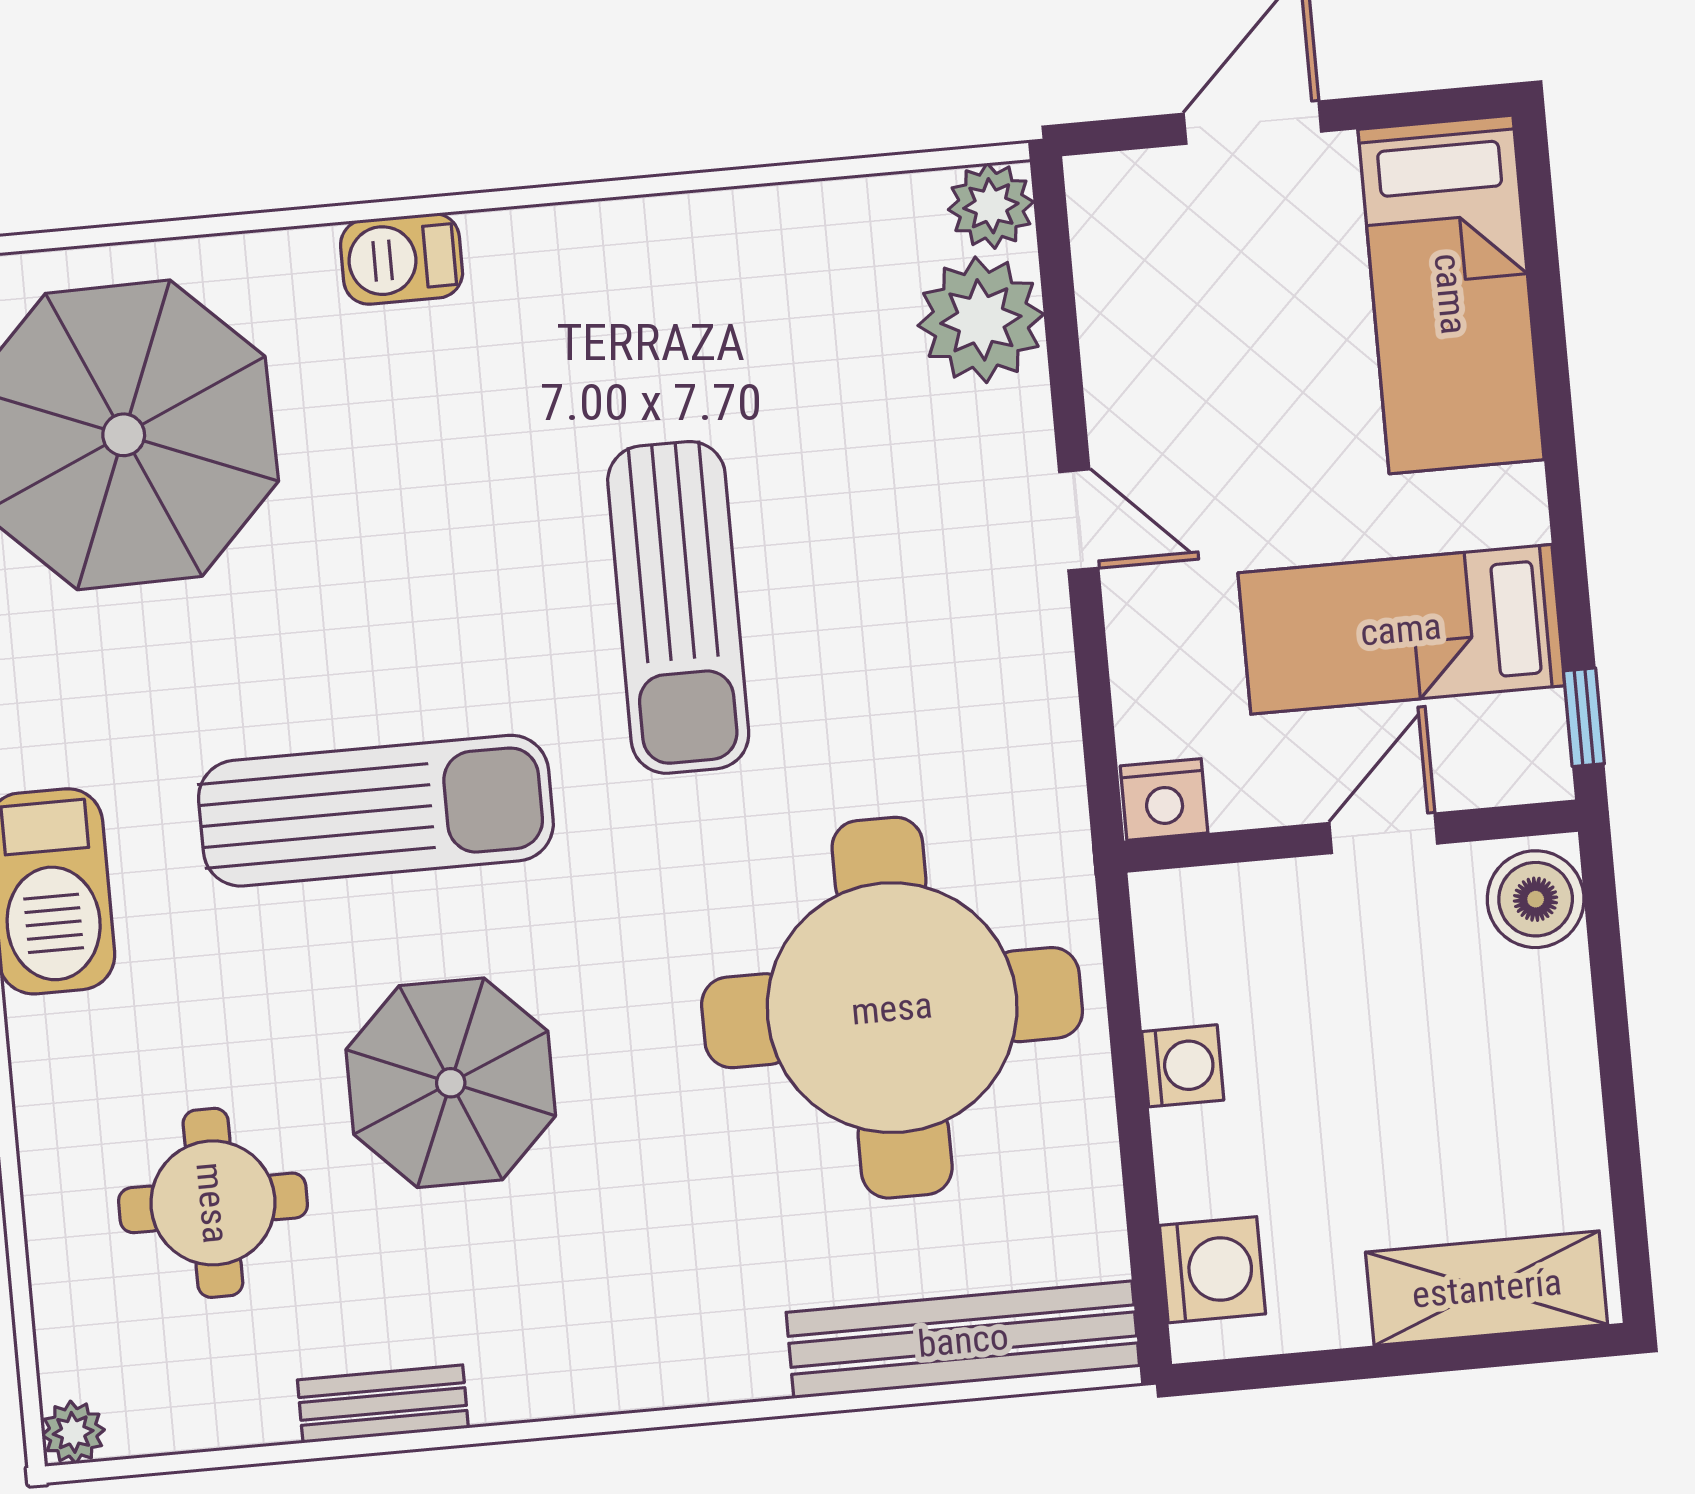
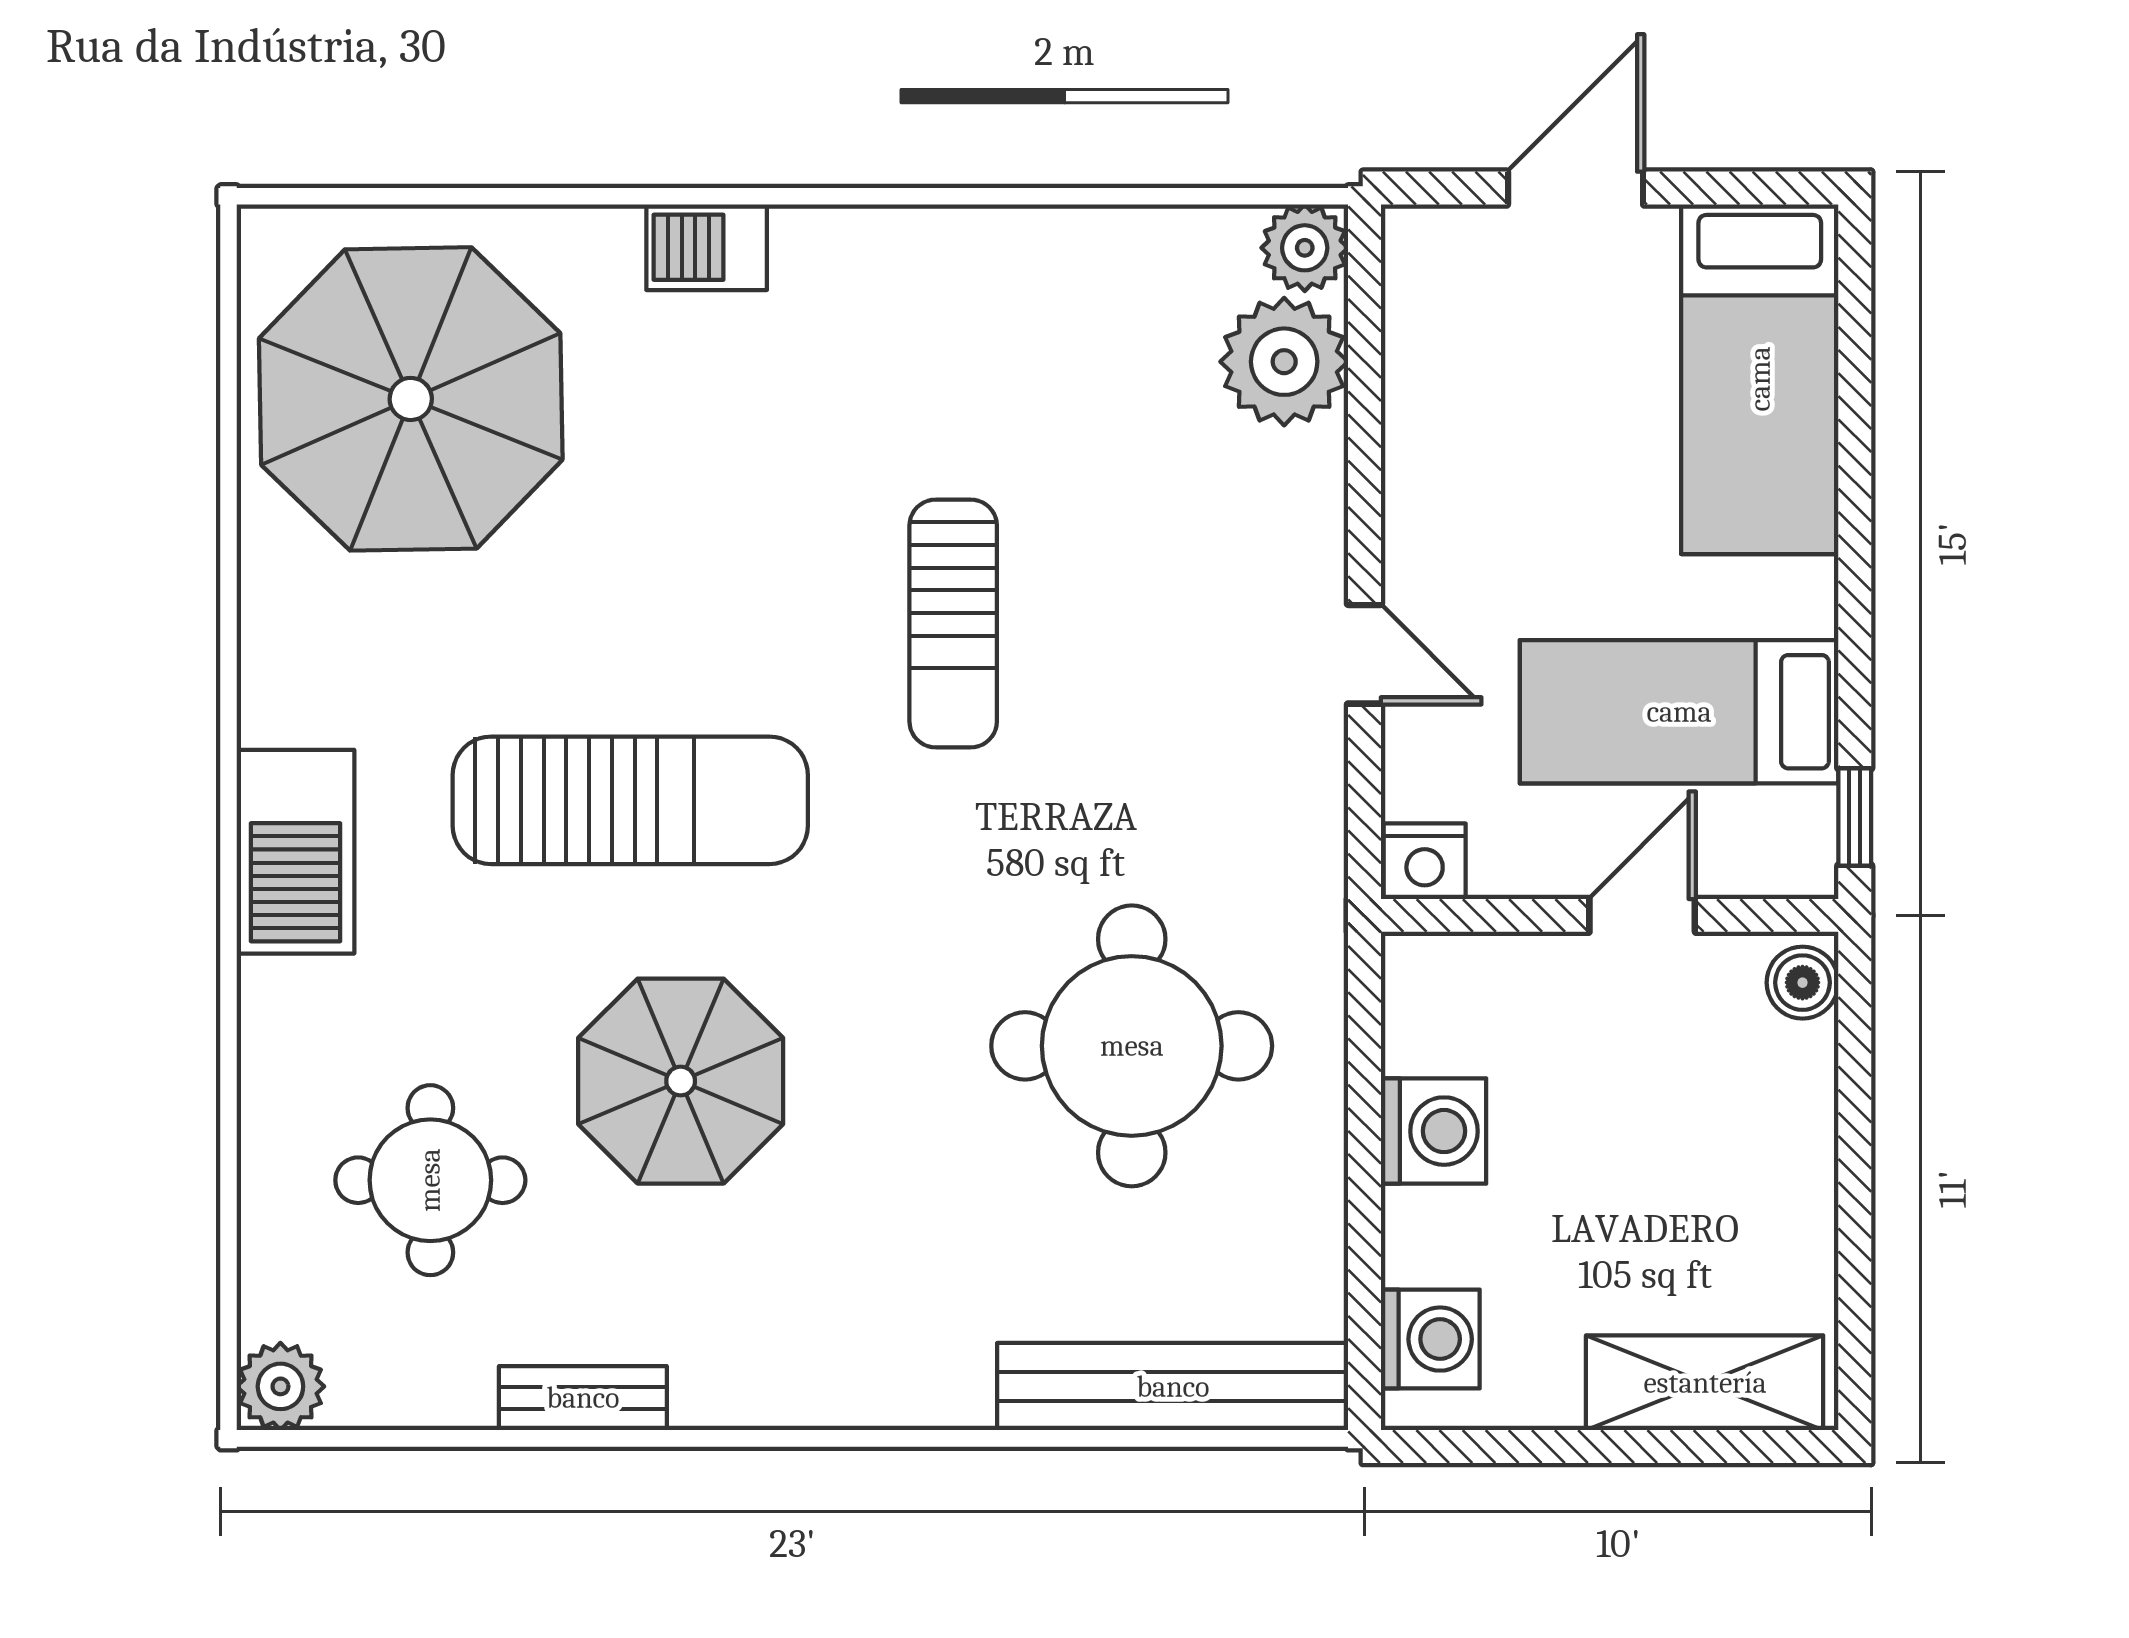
door: (1079, 520) -> (1364, 654), moved
sun lounger: (678, 607) -> (953, 623), width x0.73, depth x0.75
boiler: (1536, 899) -> (1803, 983), width x0.73, depth x0.73
round table: (892, 1008) -> (1132, 1046), width x0.73, depth x0.73
washing machine: (1183, 1066) -> (1433, 1131), width x1.38, depth x1.38
plant: (73, 1432) -> (280, 1386), width x1.38, depth x1.38

